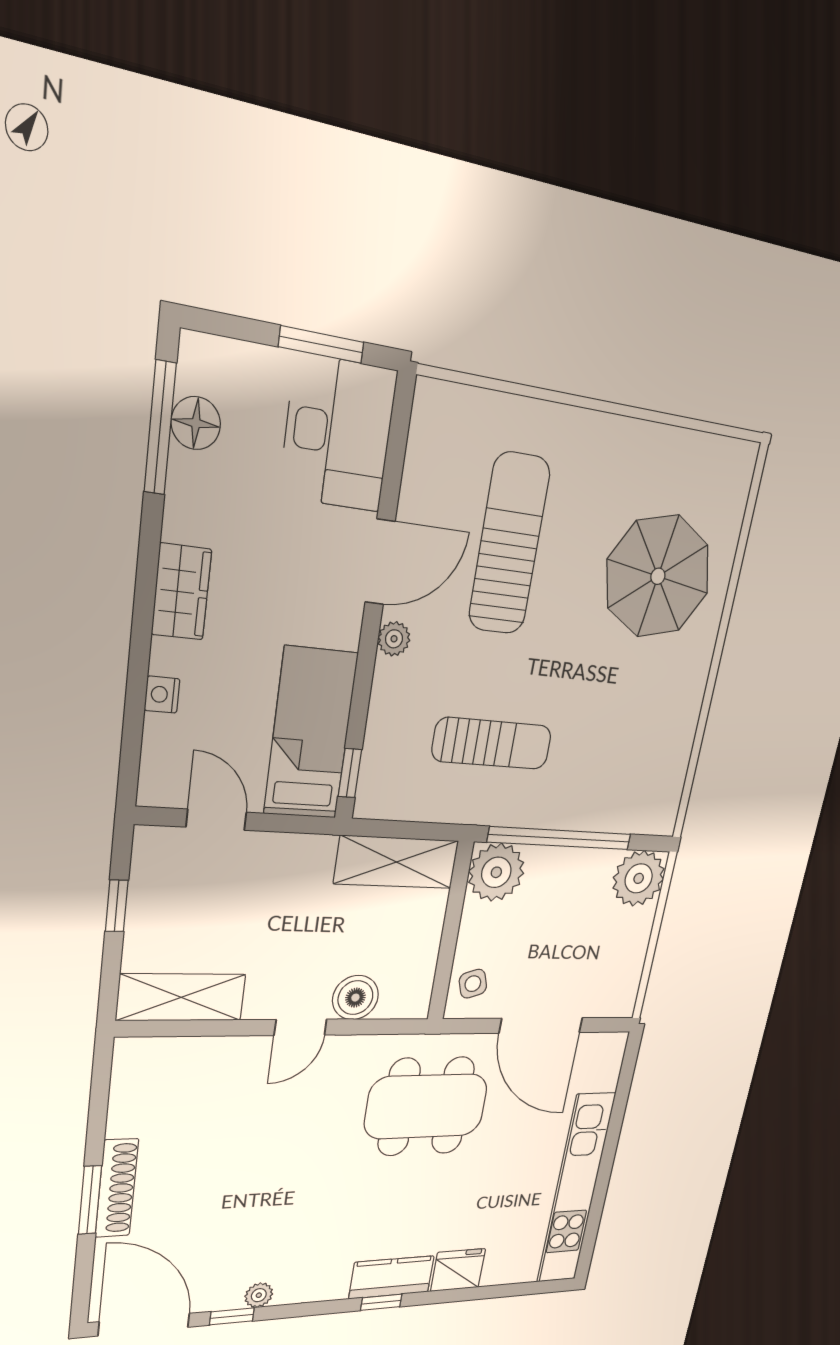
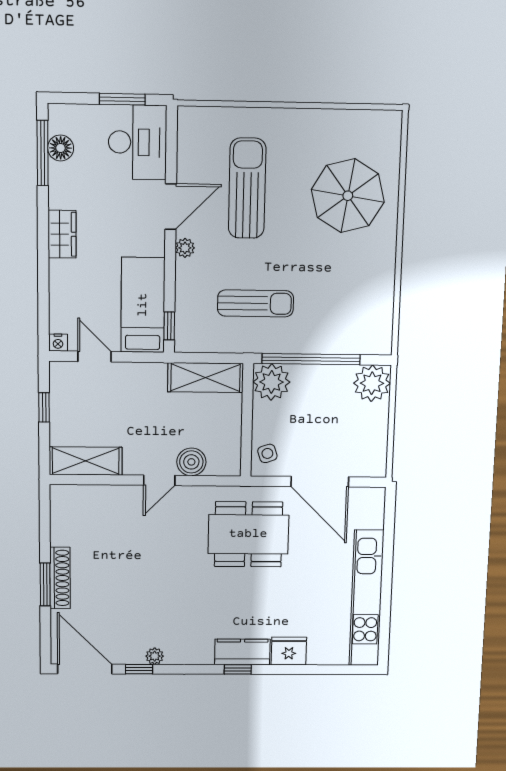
nightstand: (162, 695) -> (58, 343), moved, turned -90

